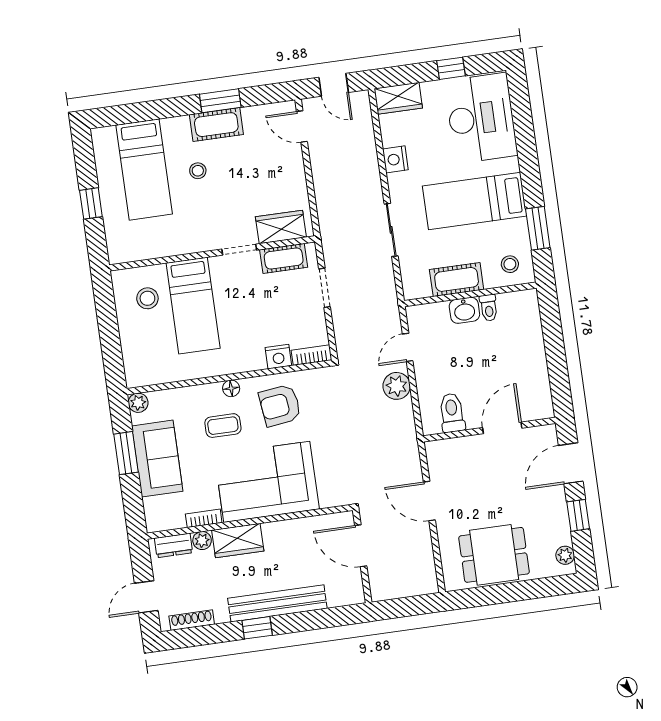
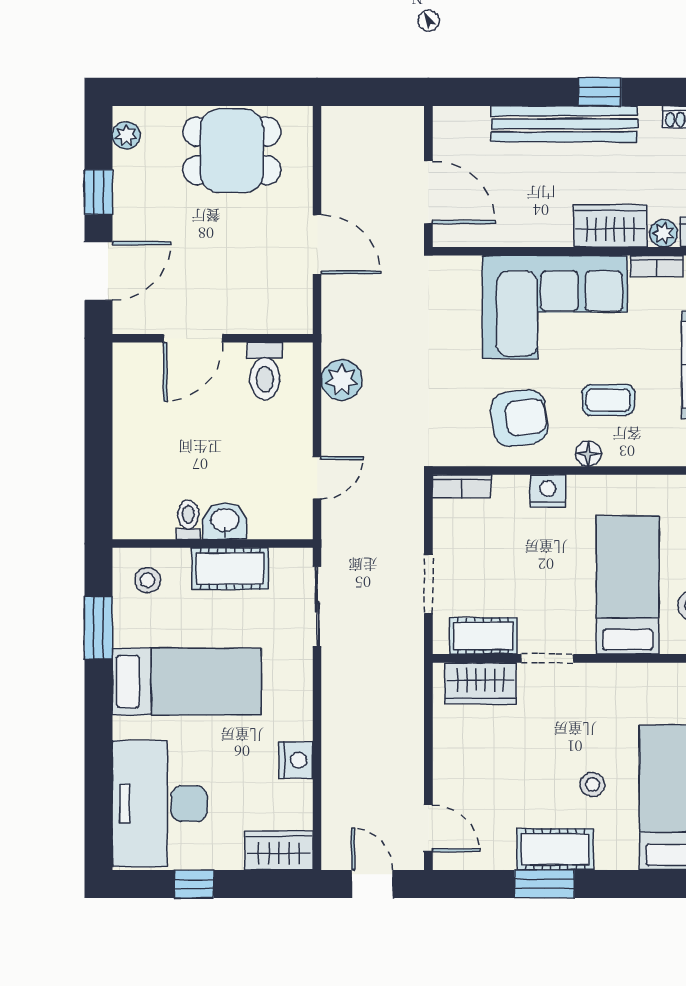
sliding door: (391, 230) -> (317, 607), moved
nightstand: (278, 357) -> (548, 491), moved
plant: (397, 386) -> (342, 380), moved

